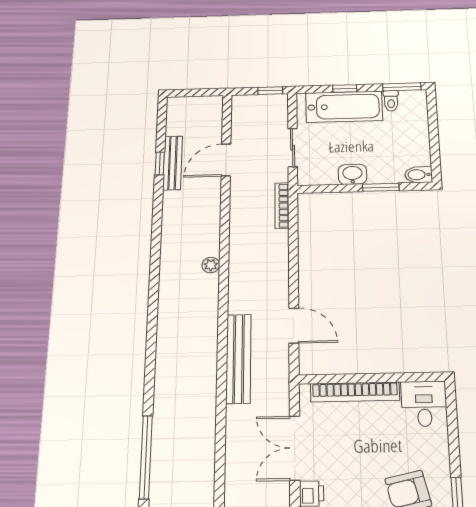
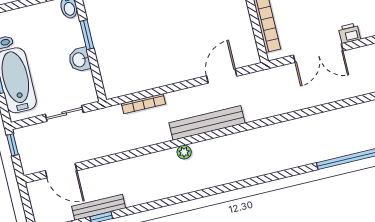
door: (226, 160) -> (61, 171), moved
bookcase: (282, 206) -> (143, 104), moved
bench: (239, 358) -> (207, 123), moved

